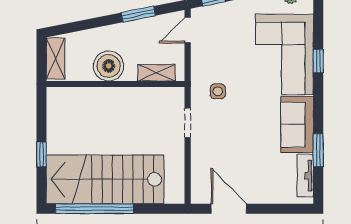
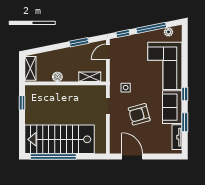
window: (318, 61) -> (185, 94), moved
boiler: (109, 66) -> (57, 77), width x0.54, depth x0.54
armchair: (241, 137) -> (139, 114), added
window: (41, 155) -> (22, 103), moved

